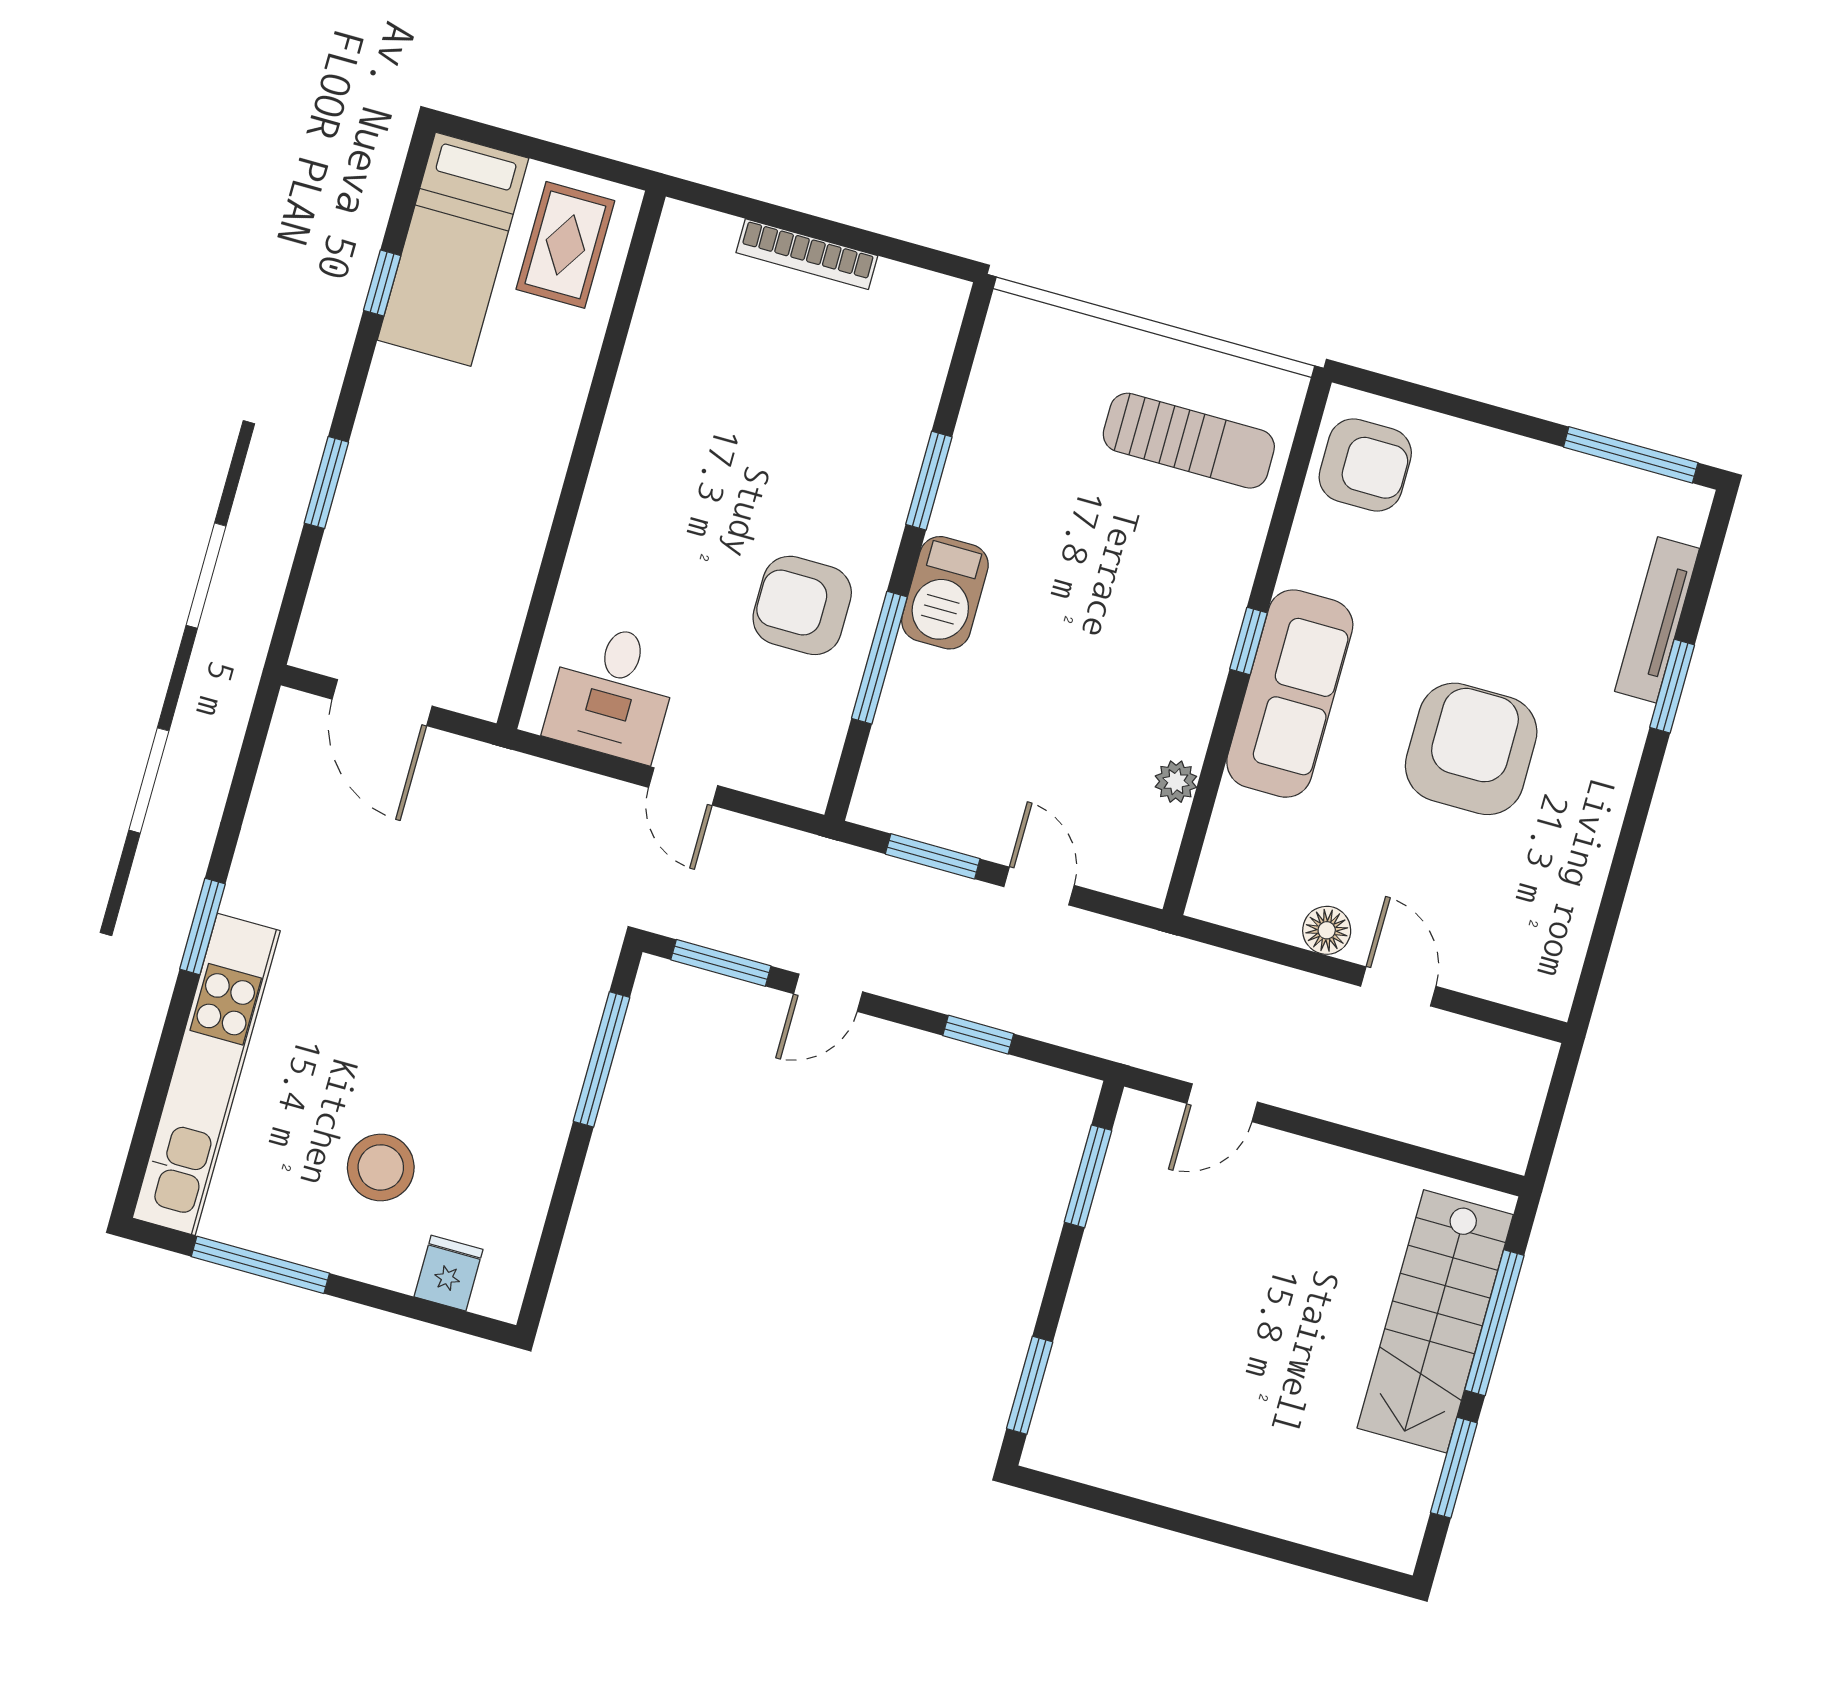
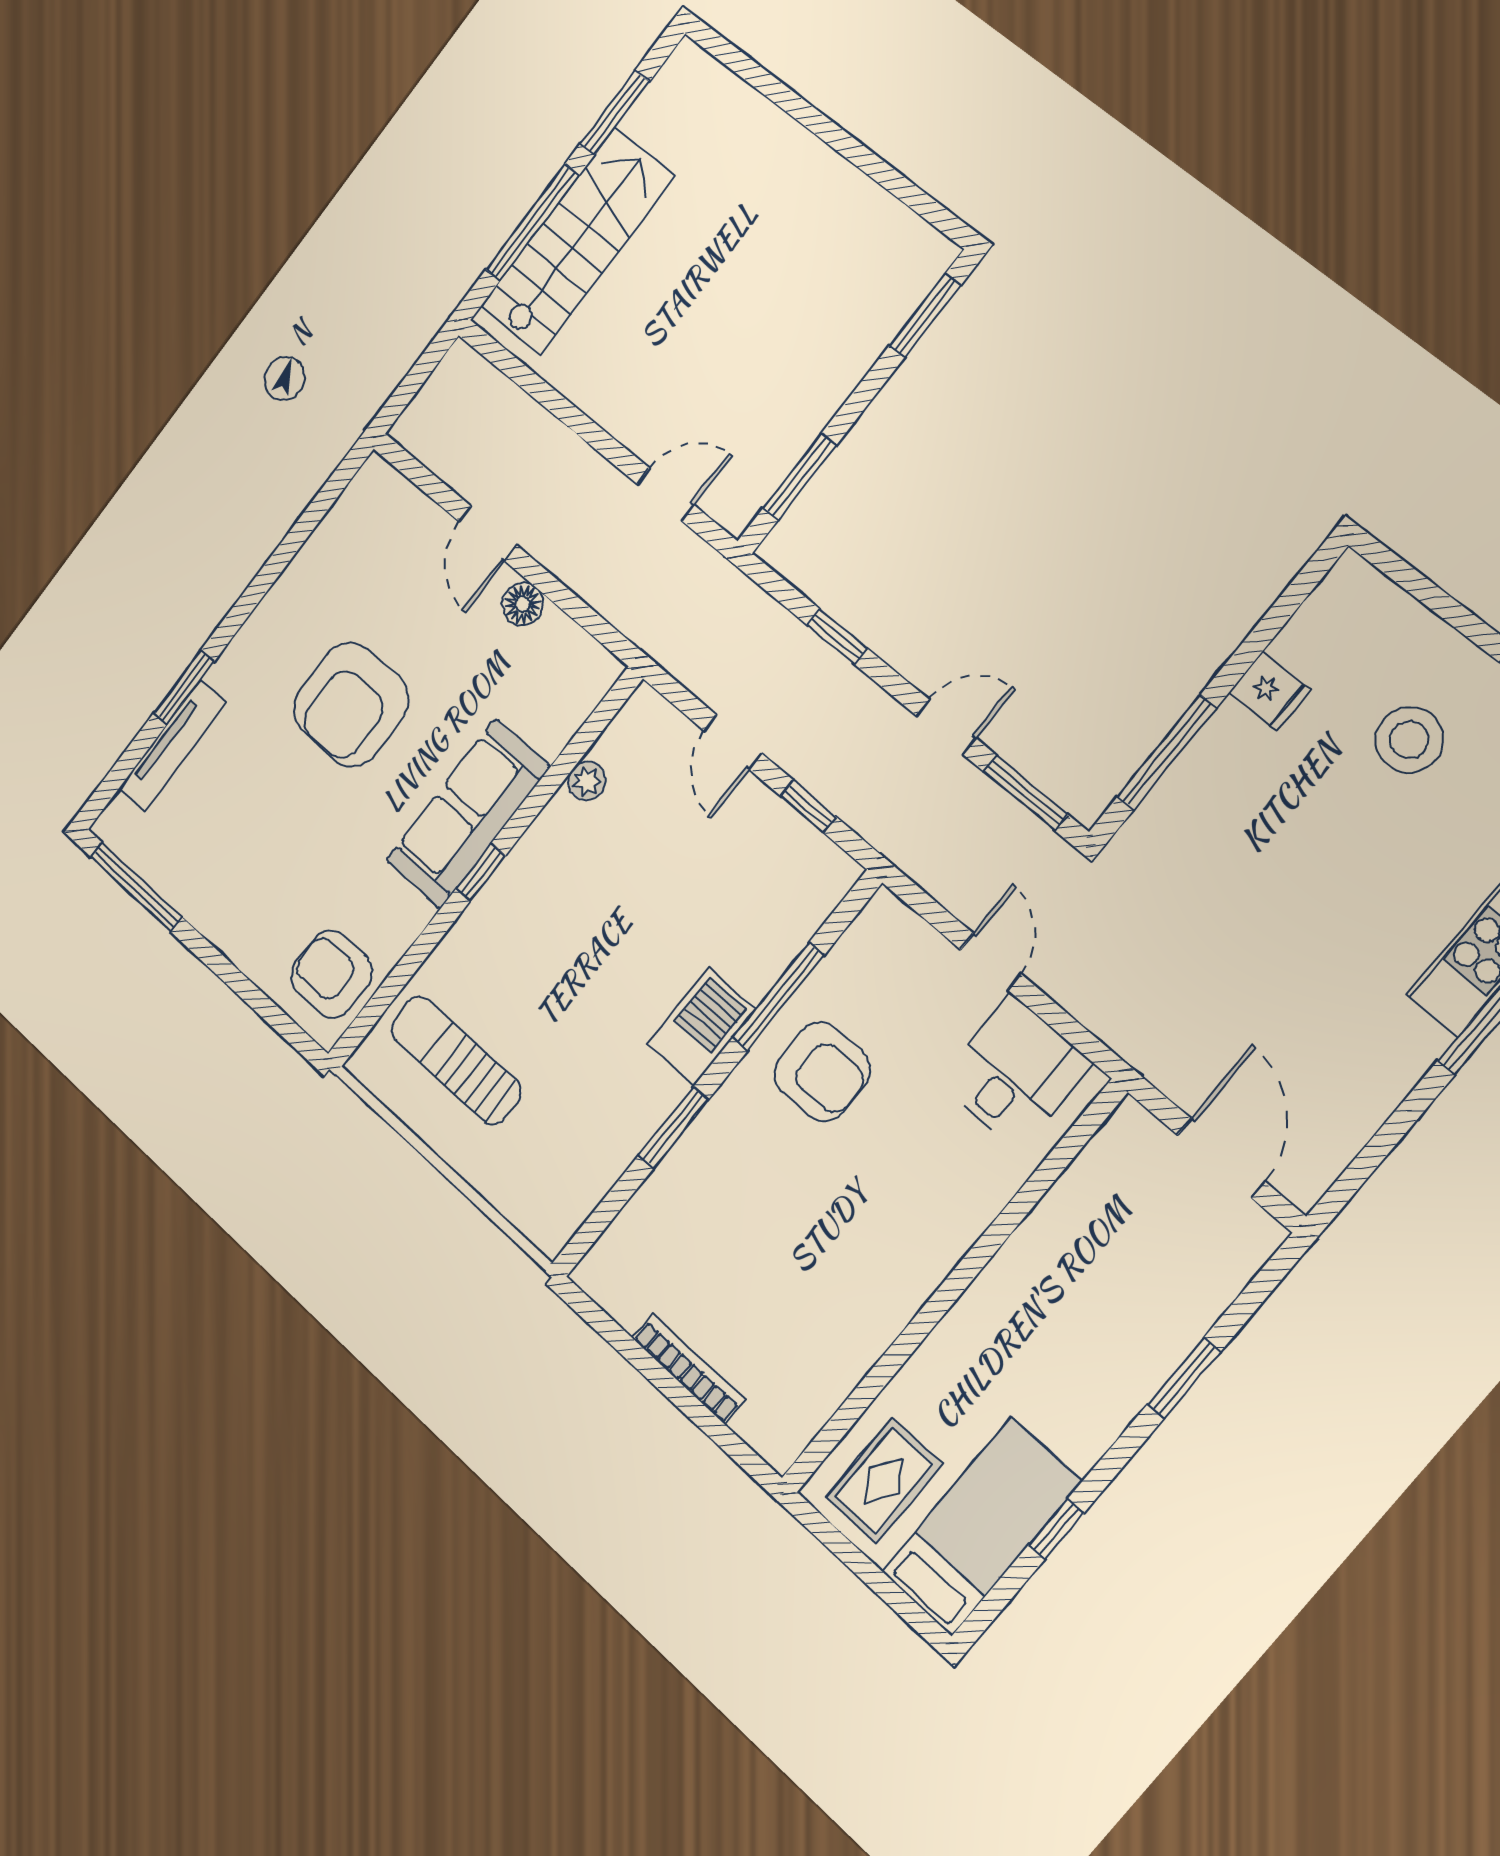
window: (933, 856) -> (808, 806), width x0.67
fridge: (448, 1273) -> (1270, 691), moved, turned -90

